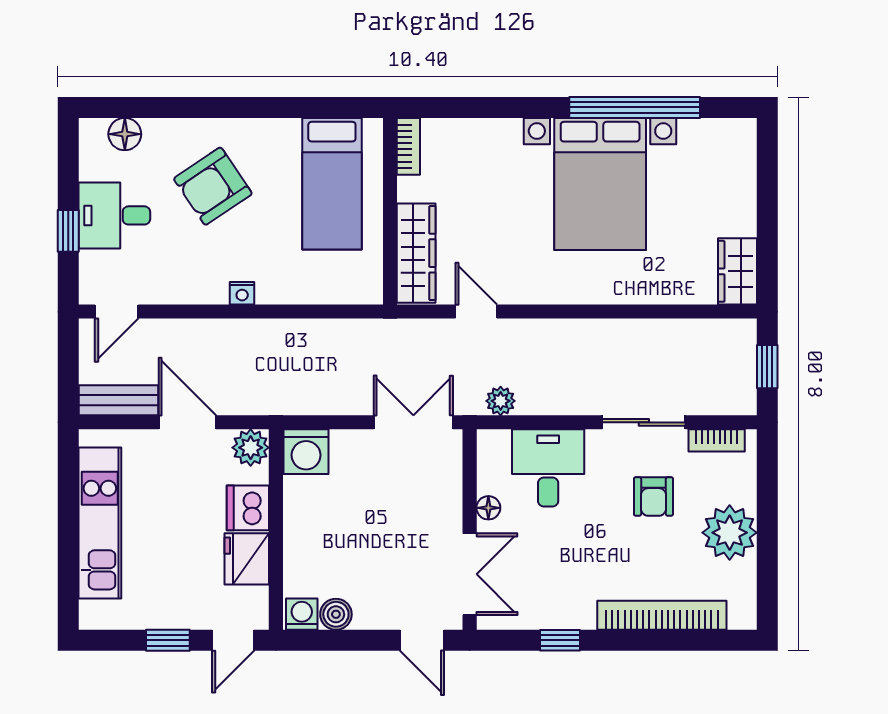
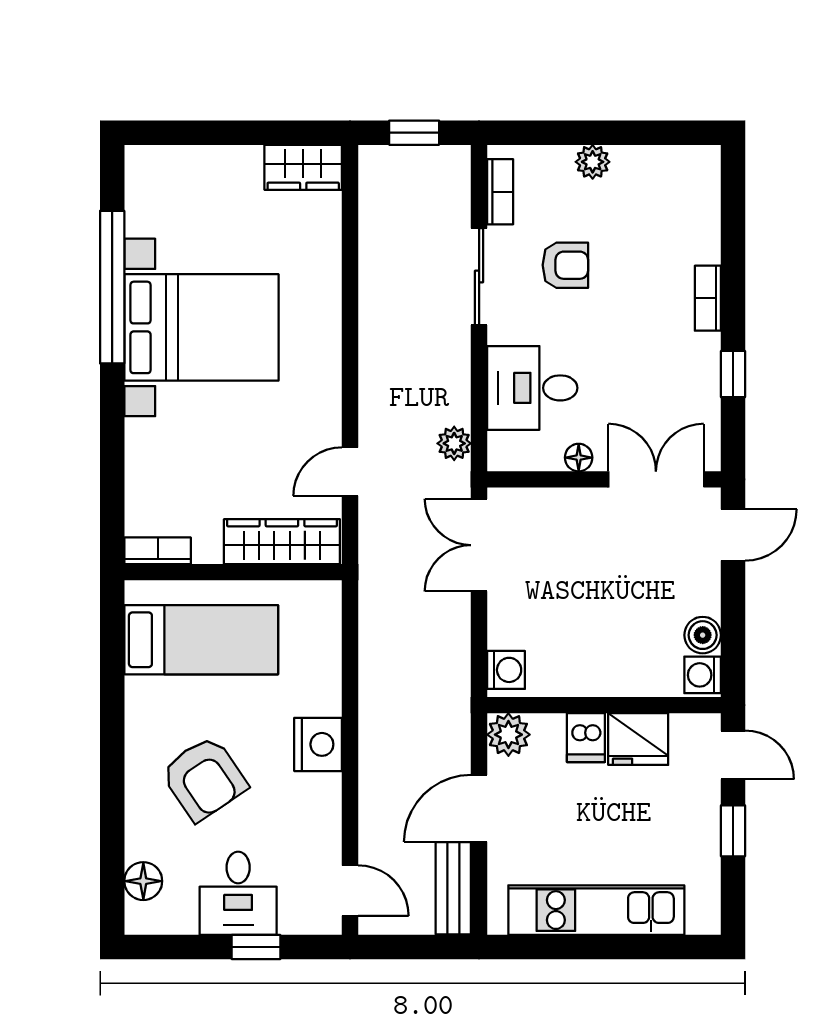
nightstand: (242, 293) -> (318, 744), width x1.89, depth x1.79
washing machine: (306, 452) -> (506, 670), width x0.73, depth x0.73
dishwasher: (248, 508) -> (586, 738), width x0.73
plant: (730, 533) -> (593, 162), width x0.53, depth x0.53
bookcase: (662, 615) -> (708, 298), width x0.43, depth x0.76

